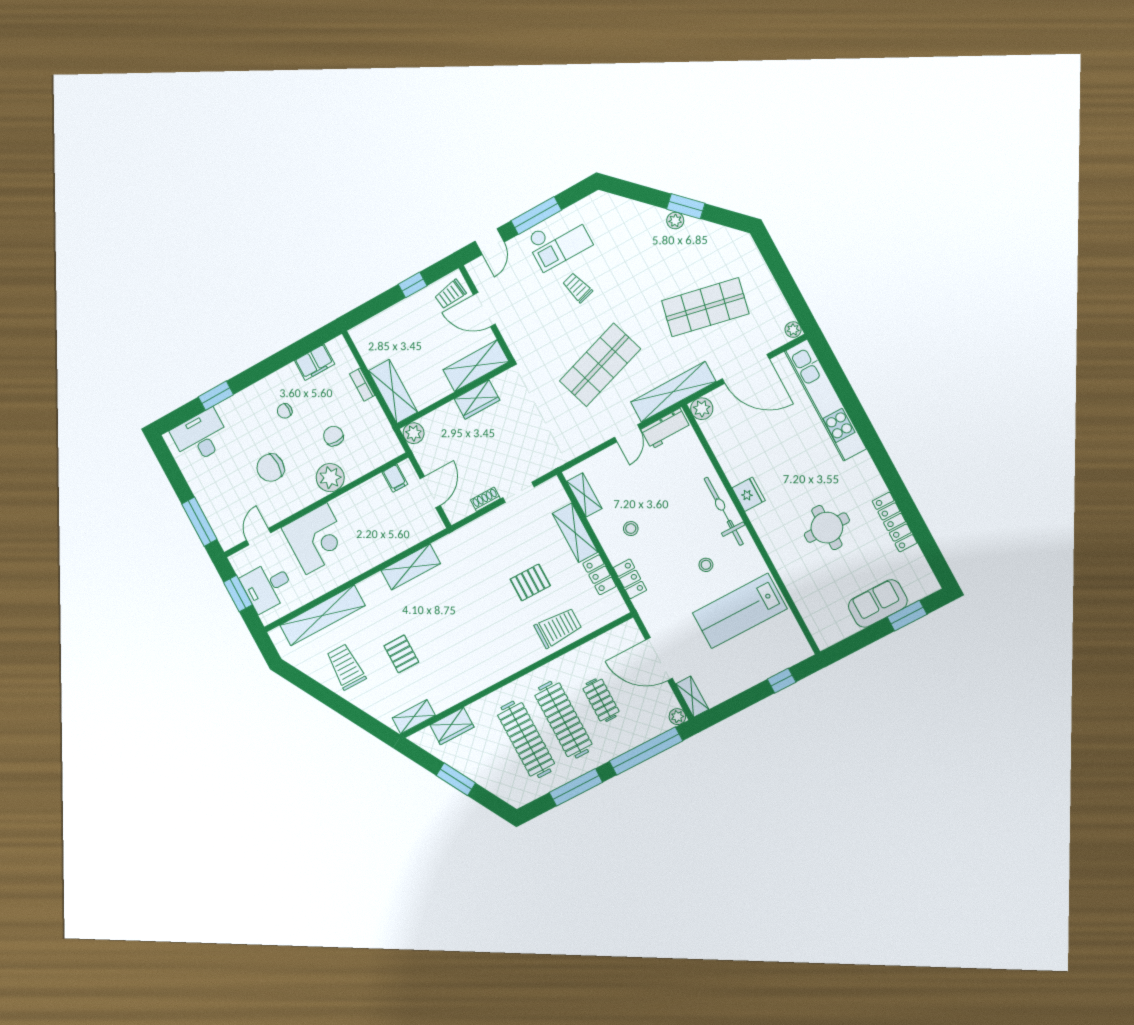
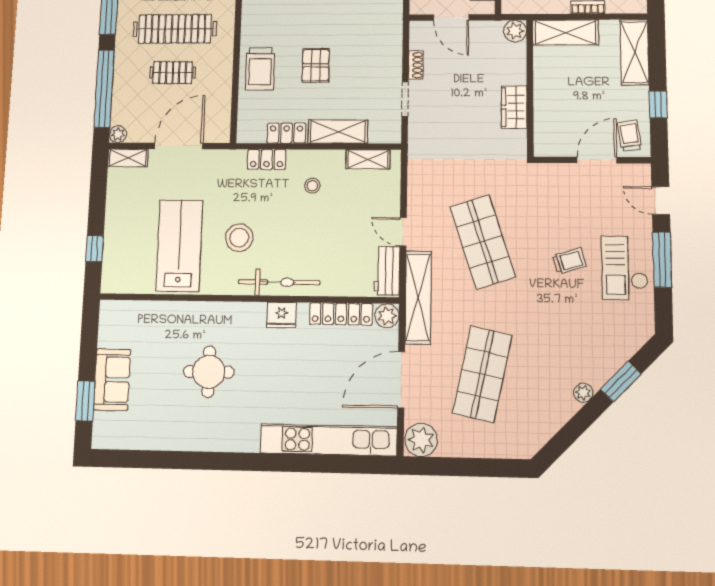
window: (686, 206) -> (621, 382), moved
plant: (793, 330) -> (421, 440), width x1.88, depth x1.88
shelving: (476, 366) -> (635, 52), moved
locker: (895, 522) -> (341, 314), moved, turned 180
stool: (706, 565) -> (239, 238), width x1.89, depth x1.89

